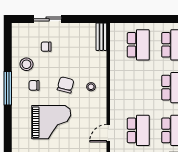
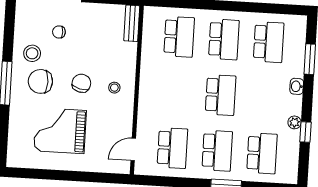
chair: (34, 85) -> (40, 81), width x1.87, depth x1.87
grand piano: (51, 122) -> (60, 131), turned 180

